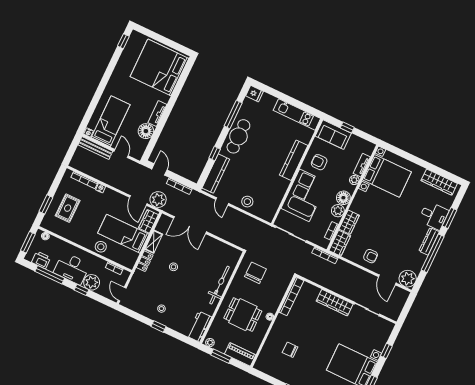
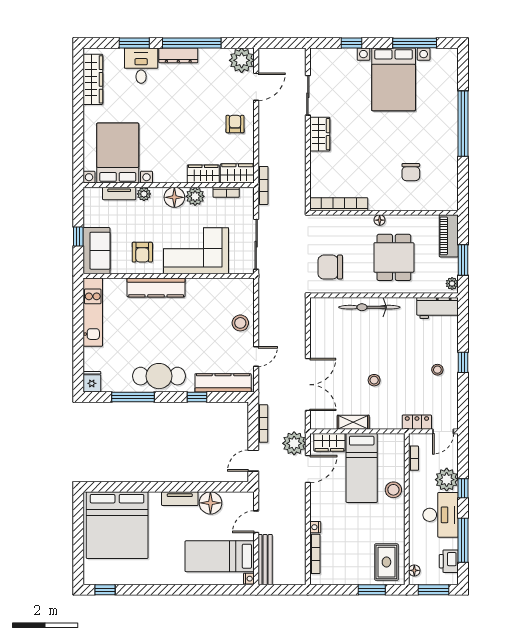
rug: (68, 208) -> (386, 562), moved, turned 90
locker: (145, 261) -> (417, 422), moved
wardrobe: (335, 303) -> (320, 134), width x0.67

